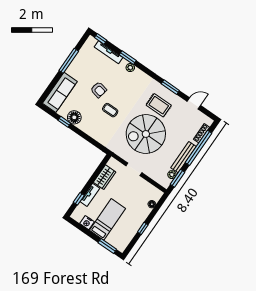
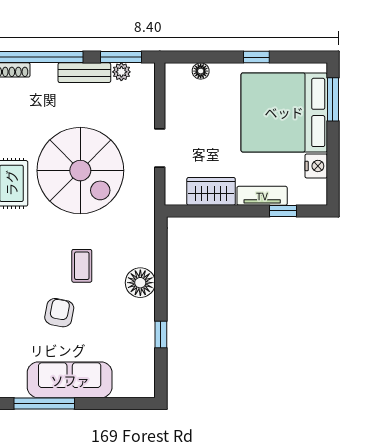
sofa: (60, 92) -> (70, 380), moved
floor lamp: (74, 117) -> (140, 283), moved
bench: (184, 157) -> (84, 73), width x0.73
bed: (108, 219) -> (284, 112), width x2.04

